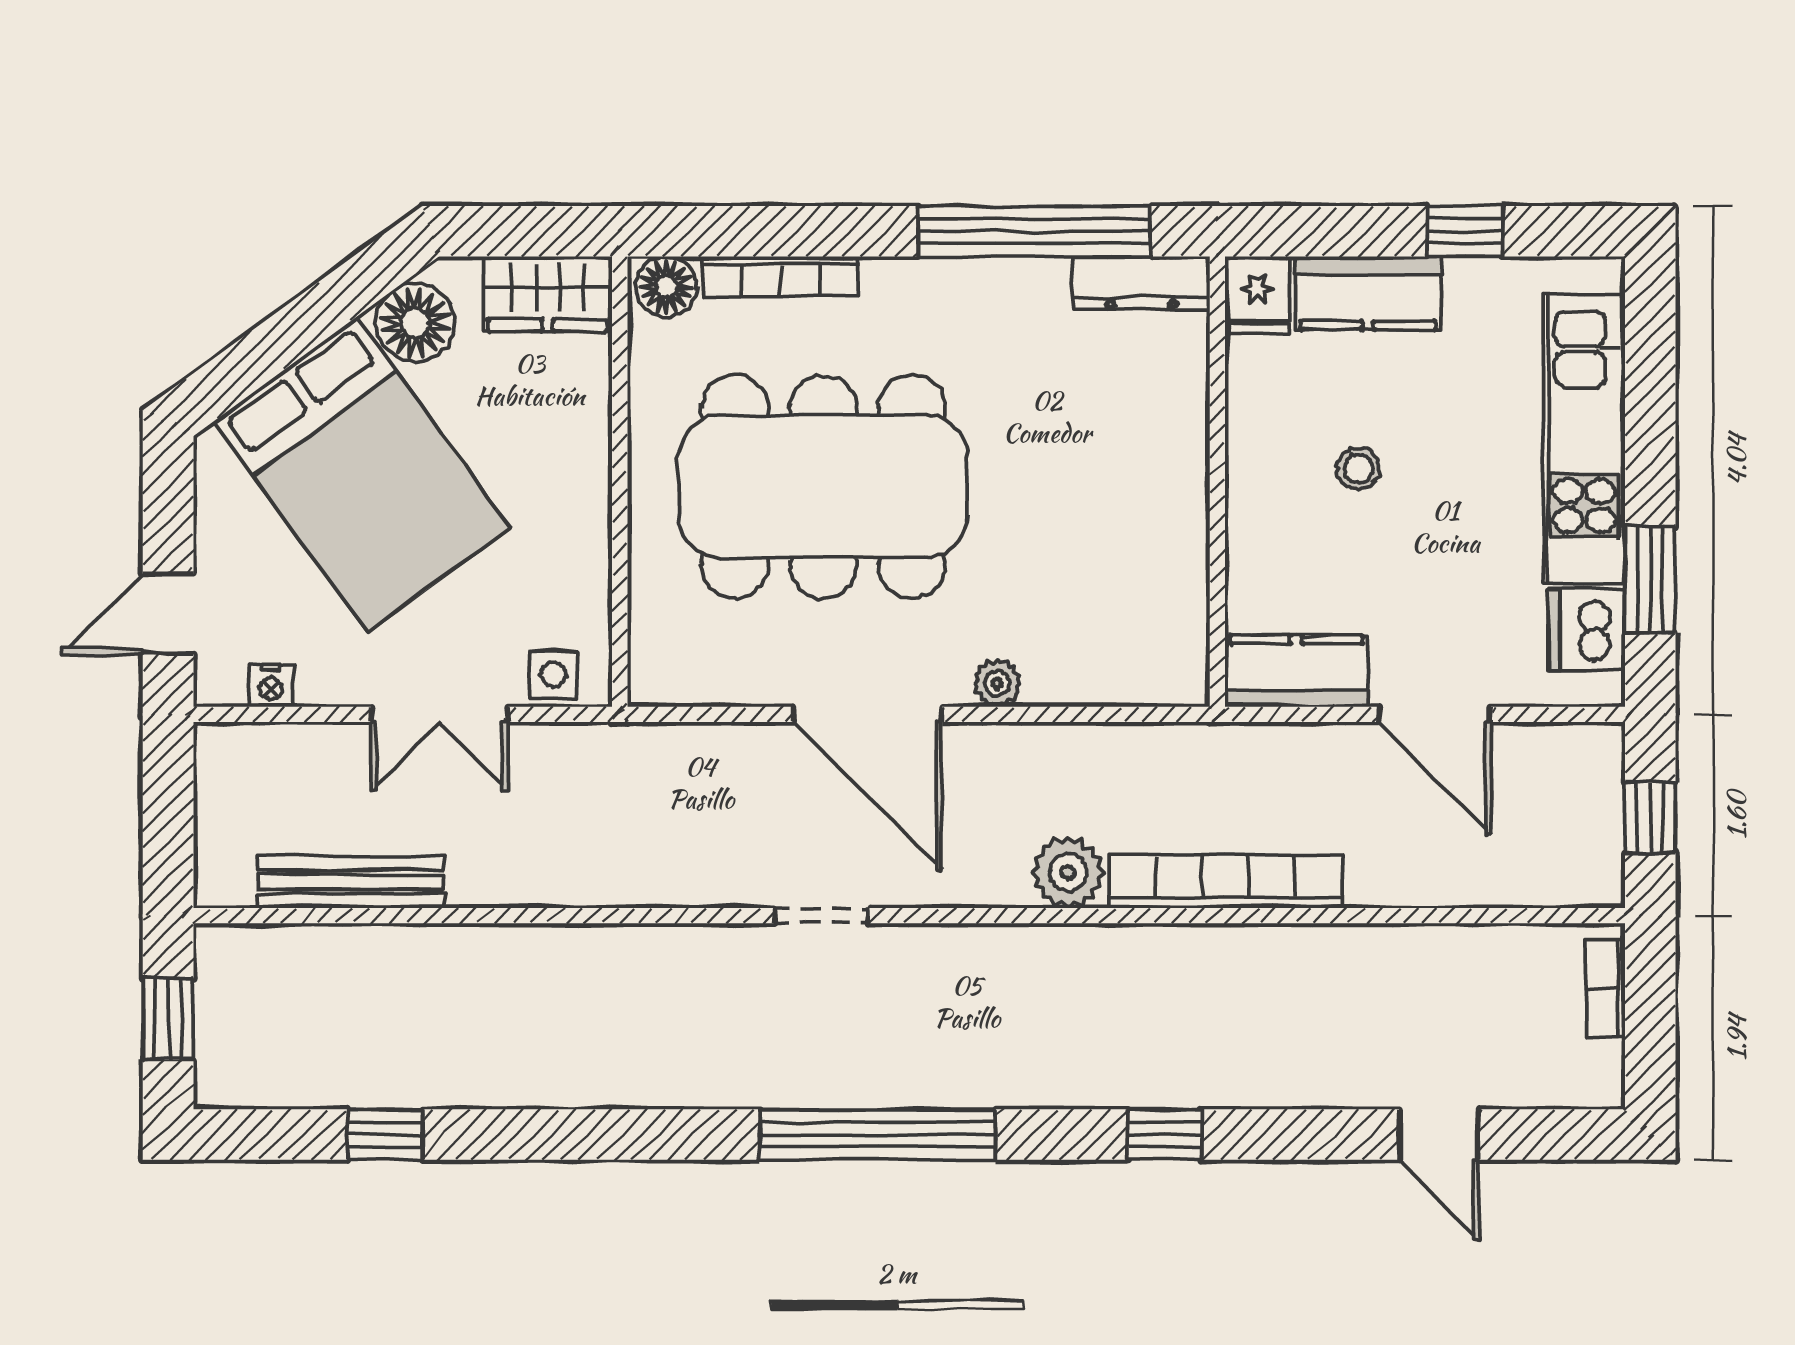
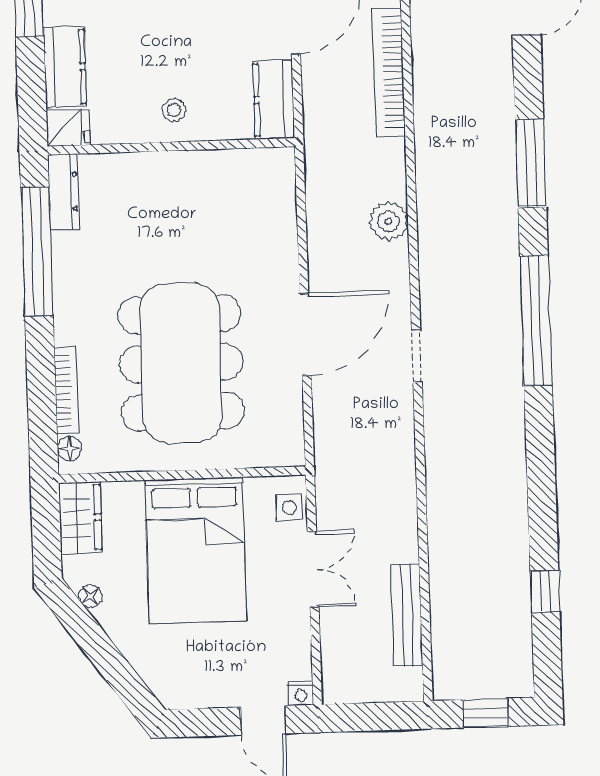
floor lamp: (666, 287) -> (69, 448), width x0.73, depth x0.73
floor lamp: (415, 323) -> (90, 596), width x0.53, depth x0.53
stool: (1358, 469) -> (174, 110), moved
bed: (362, 475) -> (196, 550), moved, turned 126
plant: (997, 683) -> (286, 264), removed
nightstand: (271, 685) -> (301, 694), moved, turned 90
bookcase: (1225, 882) -> (389, 72), moved
window: (1165, 1135) -> (531, 163), width x2.17

